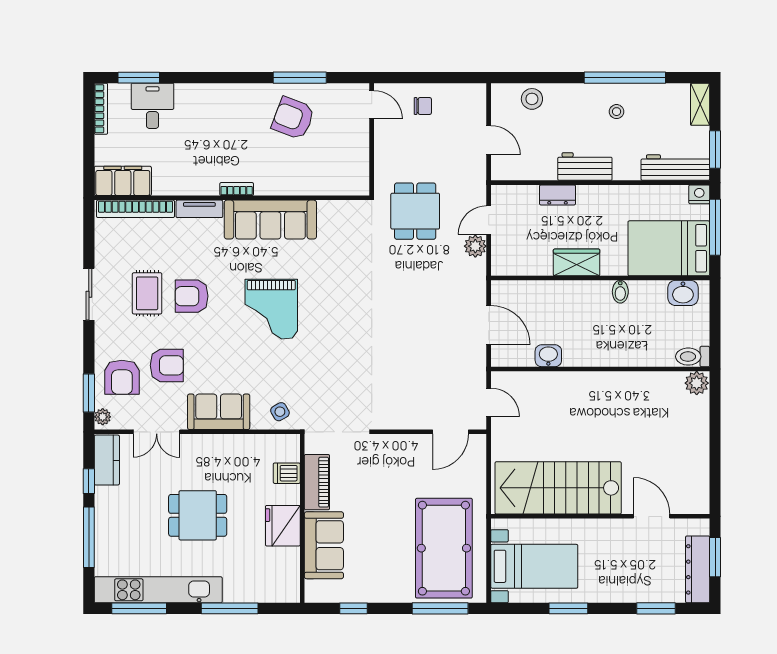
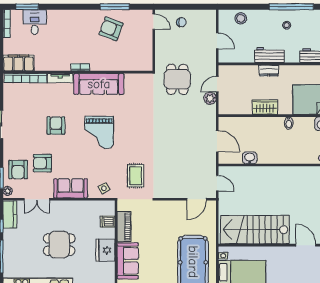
dresser: (558, 195) -> (269, 71), moved
rug: (147, 293) -> (136, 176), moved
armchair: (192, 296) -> (56, 126), turned 90
armchair: (167, 365) -> (42, 163), turned 180

